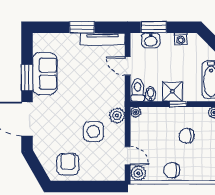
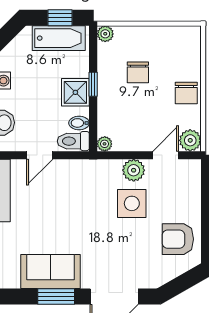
plant: (117, 115) -> (134, 170), moved

